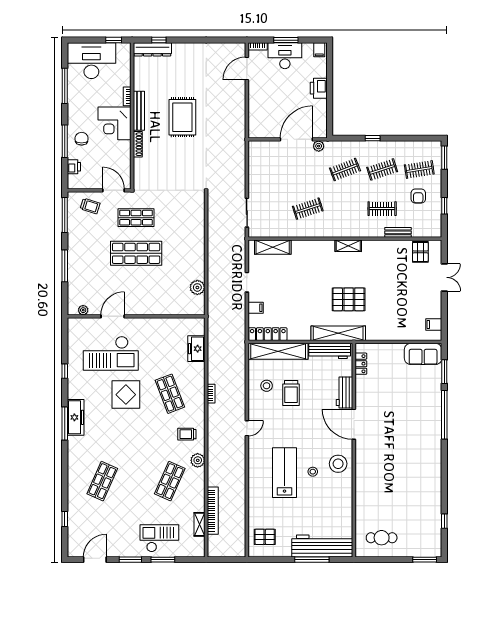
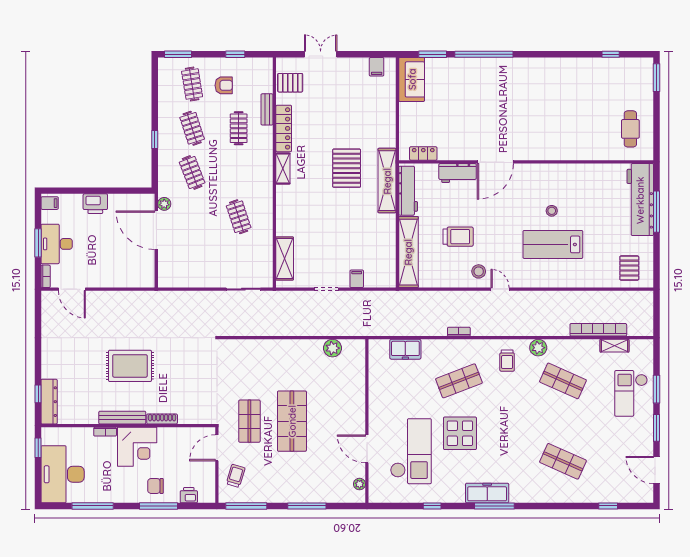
locker: (268, 334) -> (284, 128), moved, turned 180
stool: (267, 386) -> (479, 271), moved
stool: (338, 464) -> (542, 181), removed

